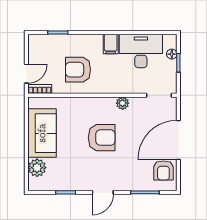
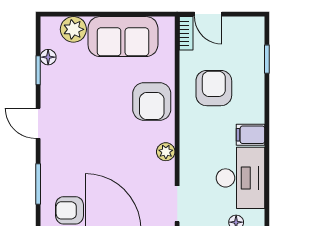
armchair: (102, 138) -> (152, 101), moved
floor lamp: (56, 185) -> (48, 57), added

